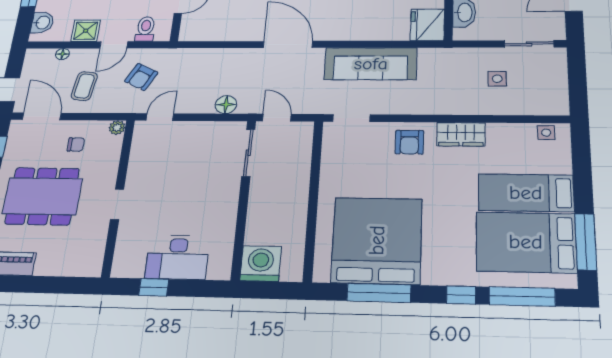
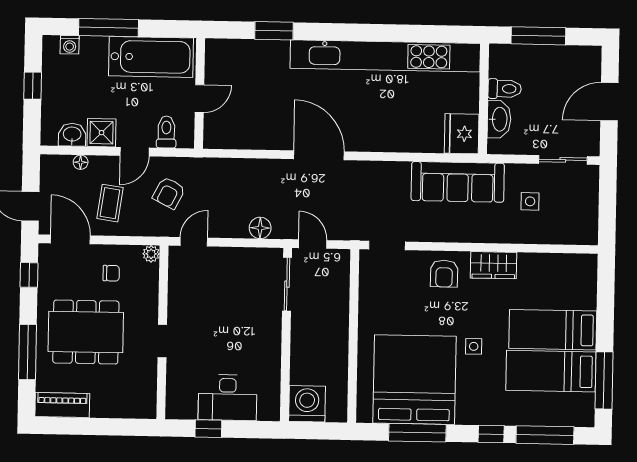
washbasin: (42, 23) -> (72, 135), moved, turned -90
sofa: (371, 64) -> (458, 182), moved
side table: (546, 133) -> (474, 346), moved
bed: (526, 242) -> (551, 371), width x0.67

